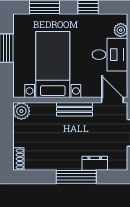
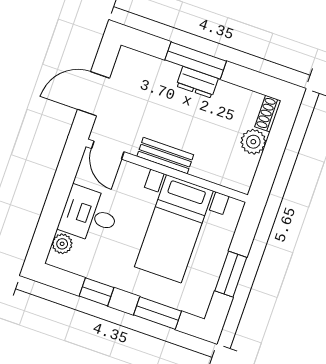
plant: (21, 111) -> (253, 142), moved
dresser: (95, 163) -> (197, 82), moved

